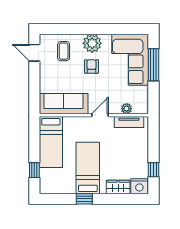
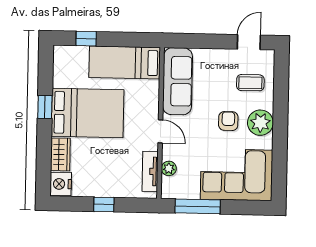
window: (154, 65) -> (198, 206), moved
armchair: (92, 66) -> (228, 121), turned -90
bed: (88, 168) -> (88, 113), width x1.50
window: (154, 170) -> (104, 204), moved

